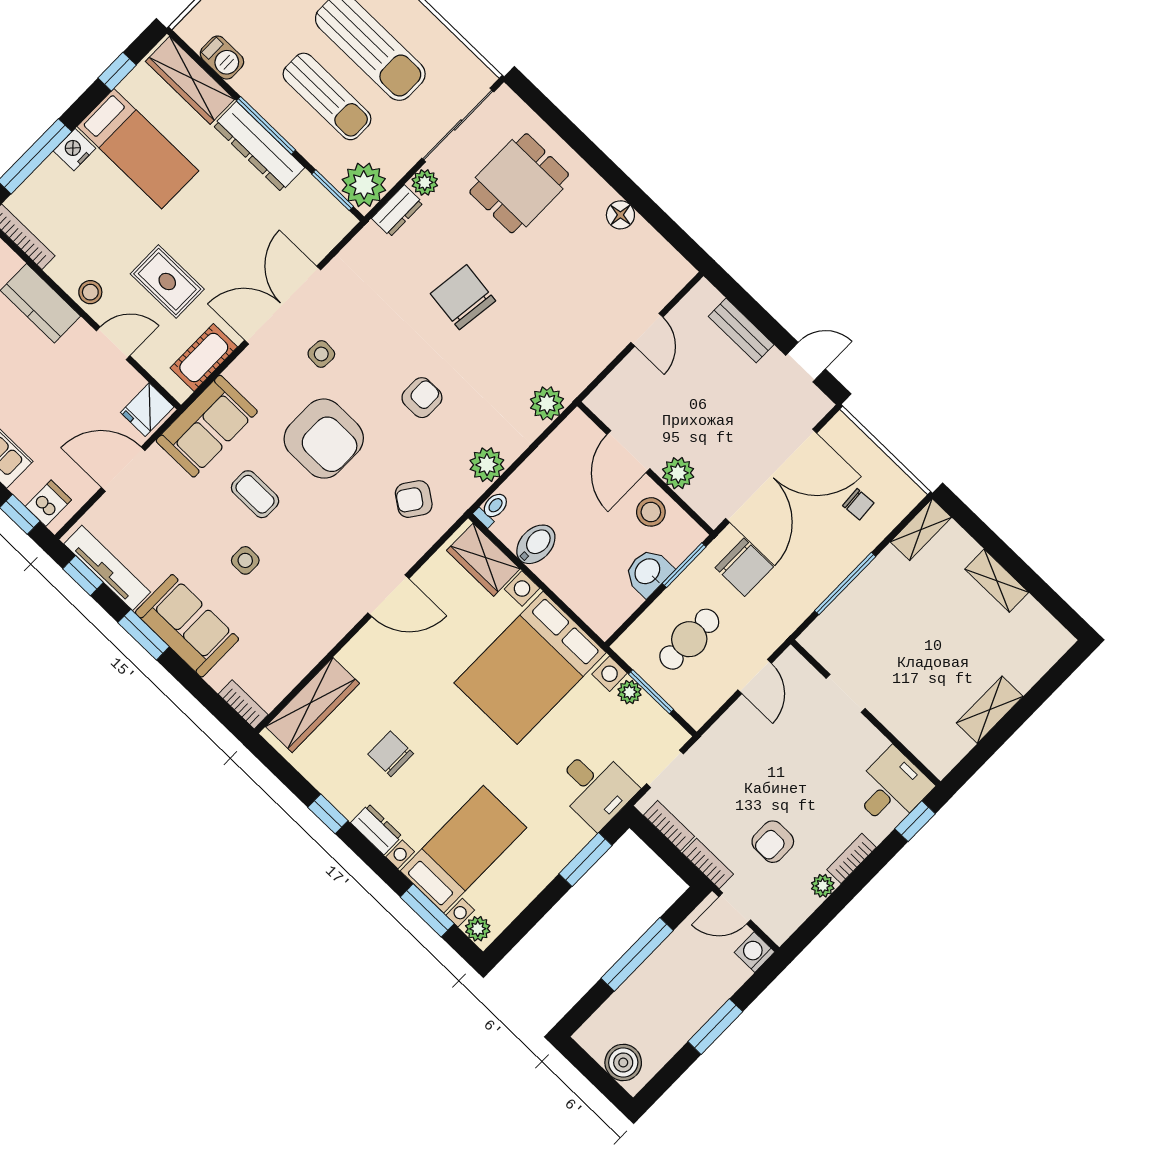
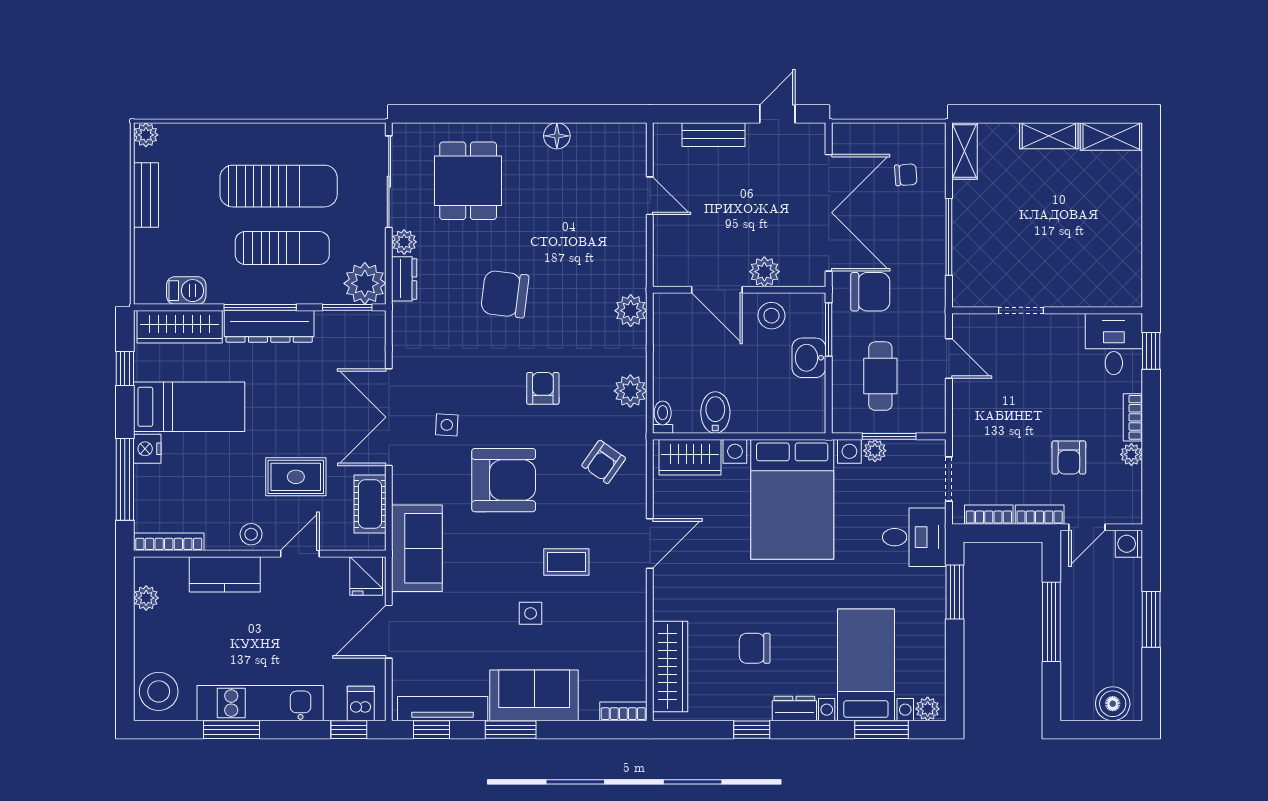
coffee table: (255, 494) -> (566, 562), moved
shelving: (990, 710) -> (1111, 137), moved, turned 90

